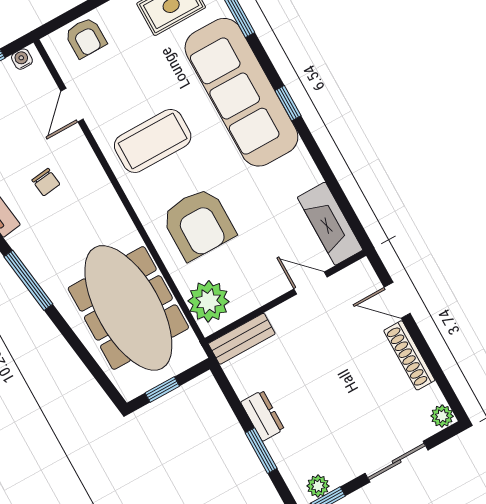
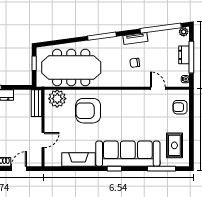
coffee table: (153, 141) -> (128, 111), removed
fireplace: (330, 224) -> (78, 160), moved

